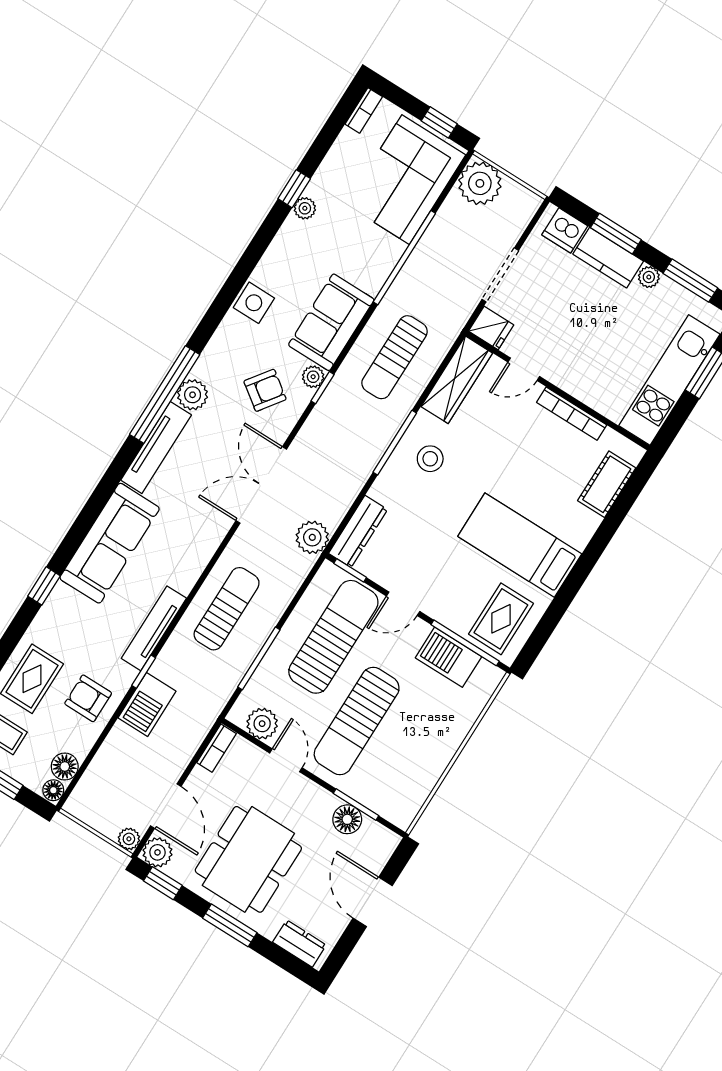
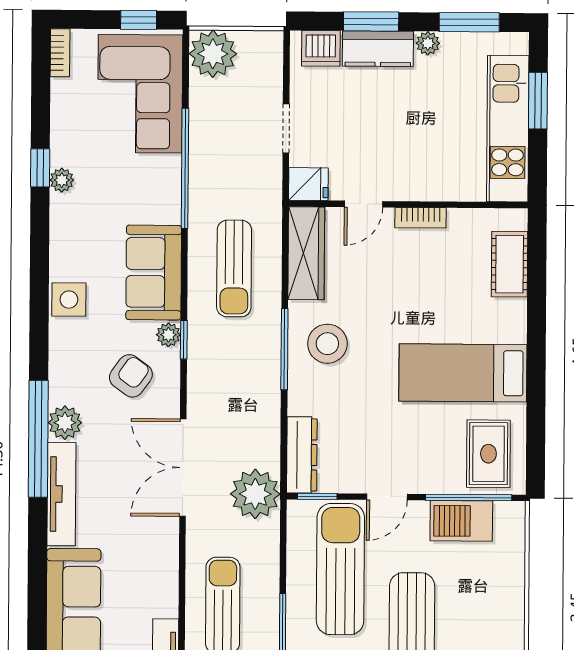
doorway: (500, 275) -> (286, 128), width x0.73
bookcase: (572, 414) -> (421, 218), width x0.64
stool: (430, 459) -> (327, 344), width x1.38, depth x1.38
plant: (312, 537) -> (255, 494), width x1.36, depth x1.36

